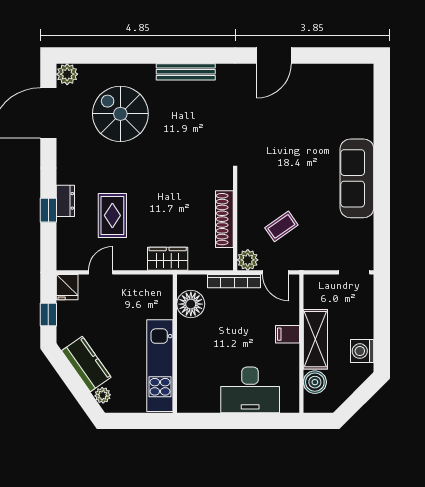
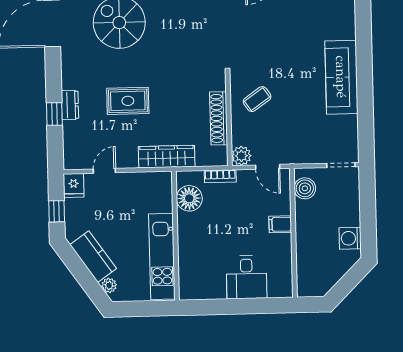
rug: (112, 215) -> (128, 101), moved, turned 90
coffee table: (281, 226) -> (257, 99), moved
wardrobe: (168, 259) -> (167, 157), width x1.50
bookcase: (234, 281) -> (220, 176), width x0.64
shelving: (315, 339) -> (306, 228), removed
boiler: (315, 382) -> (305, 188), moved
desk: (250, 390) -> (246, 277), width x0.73

